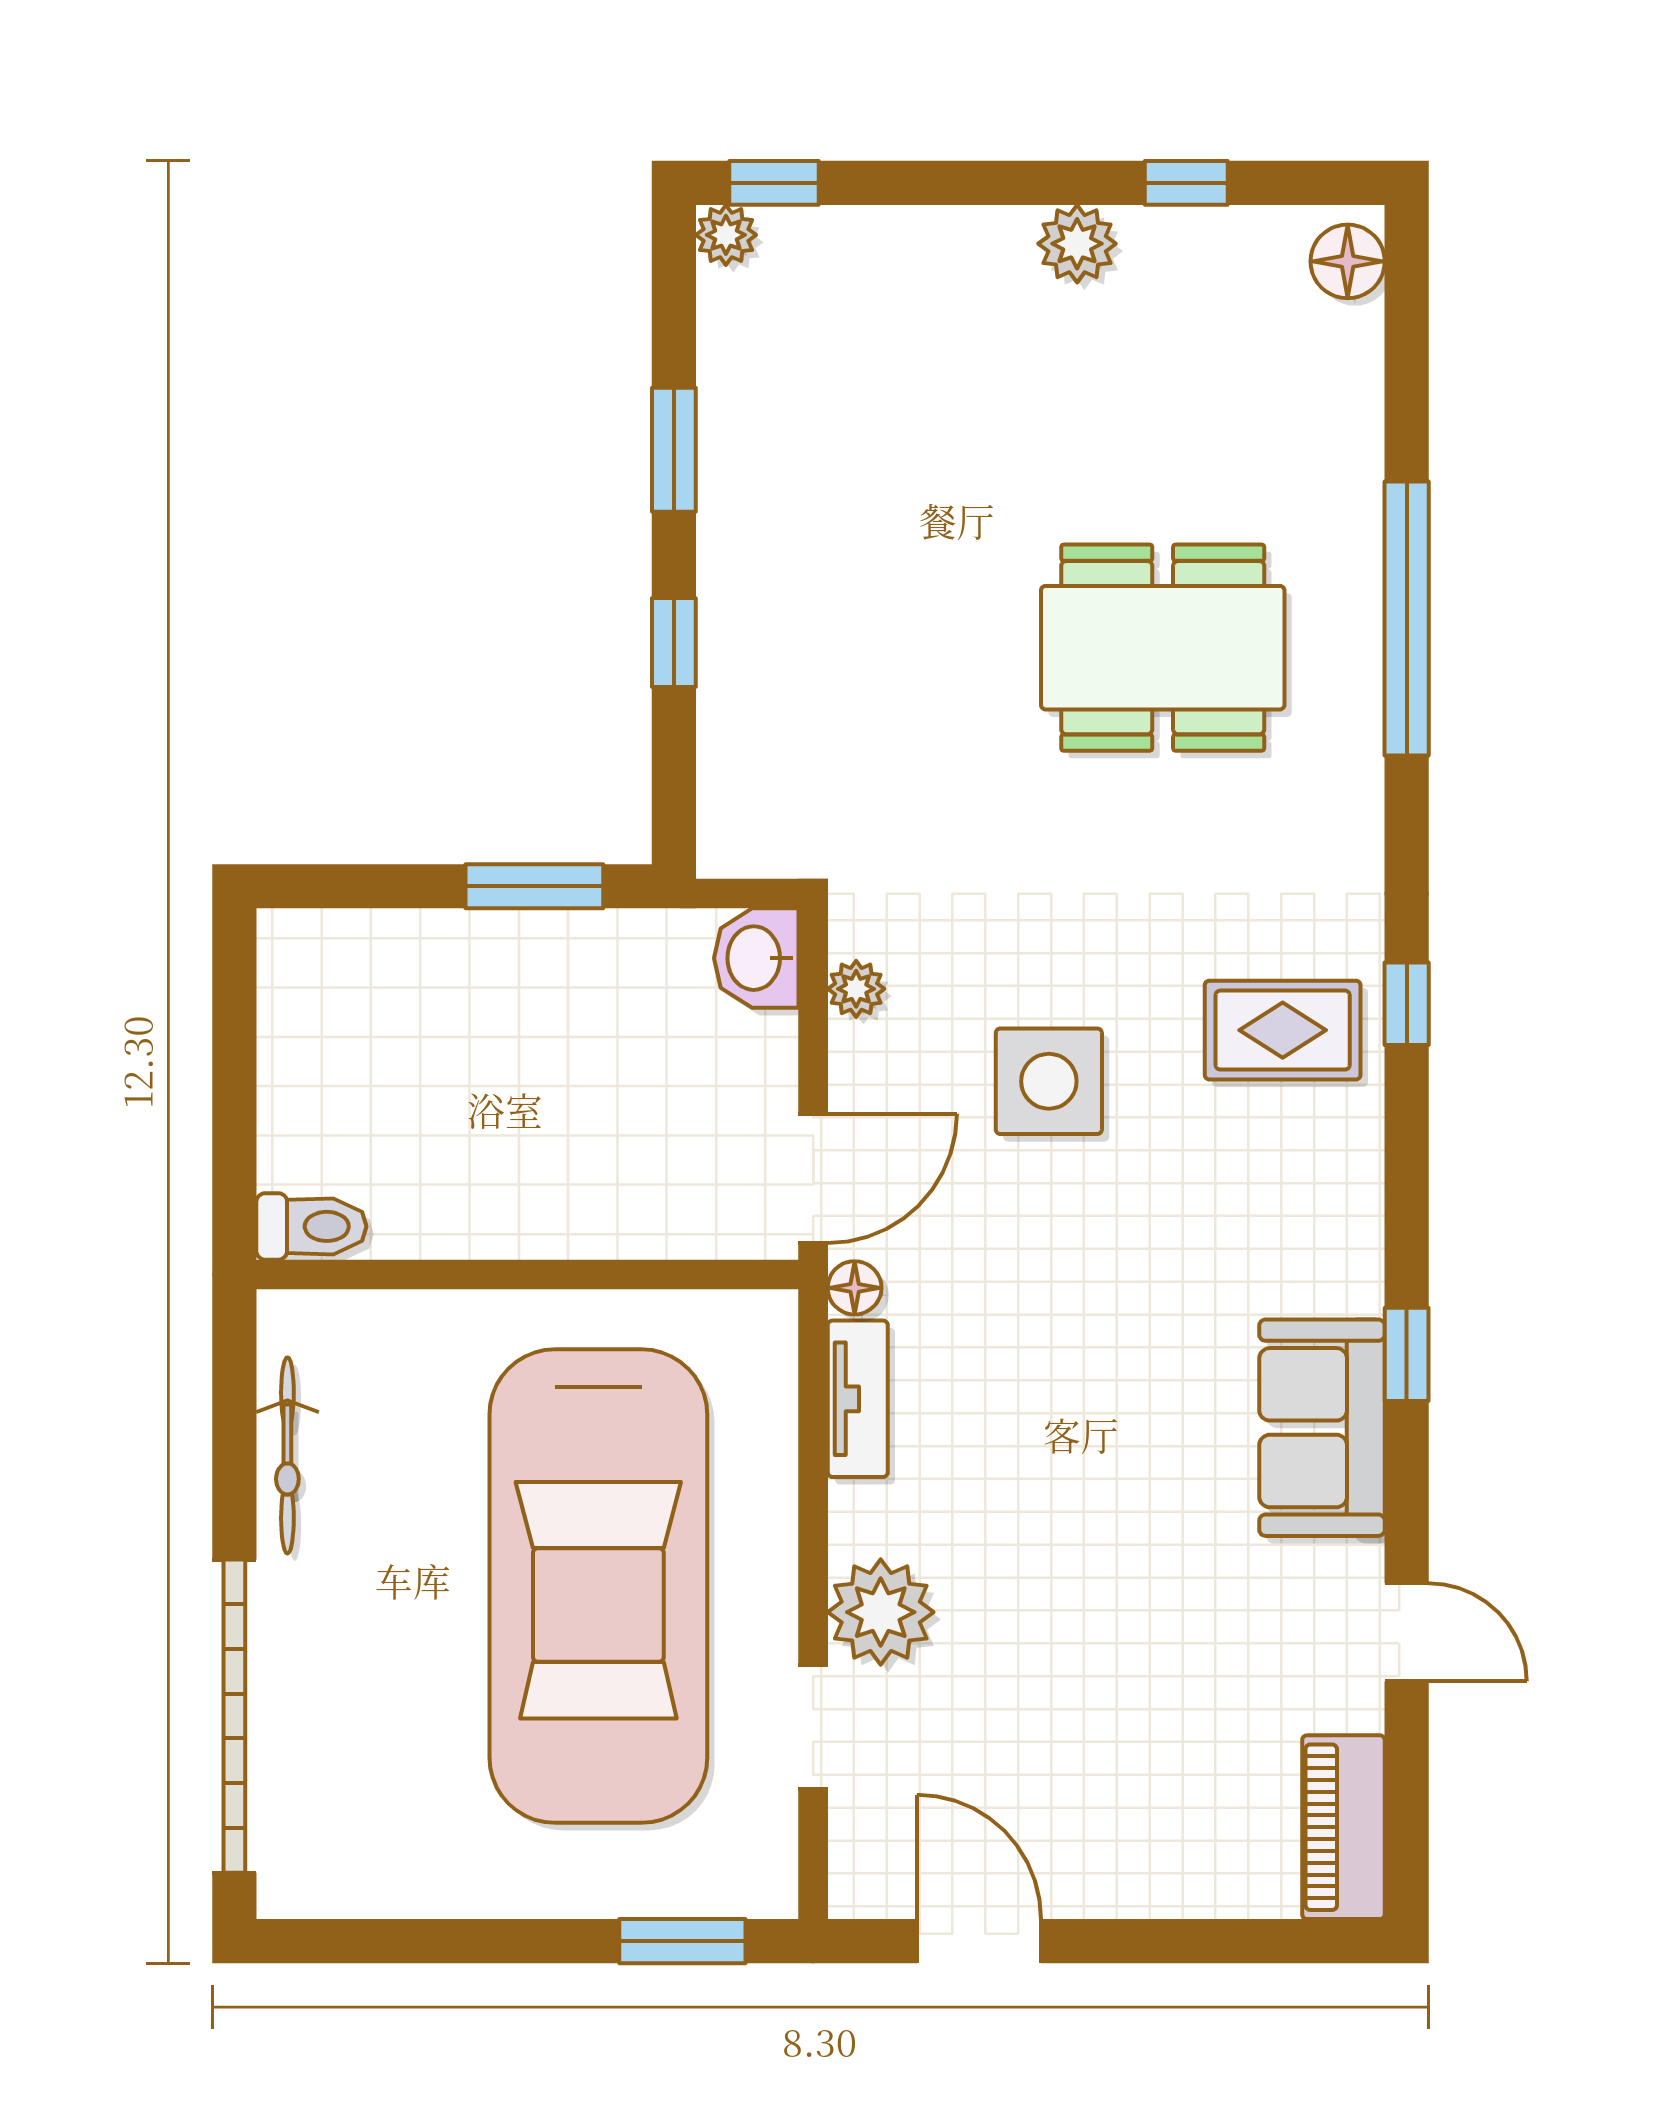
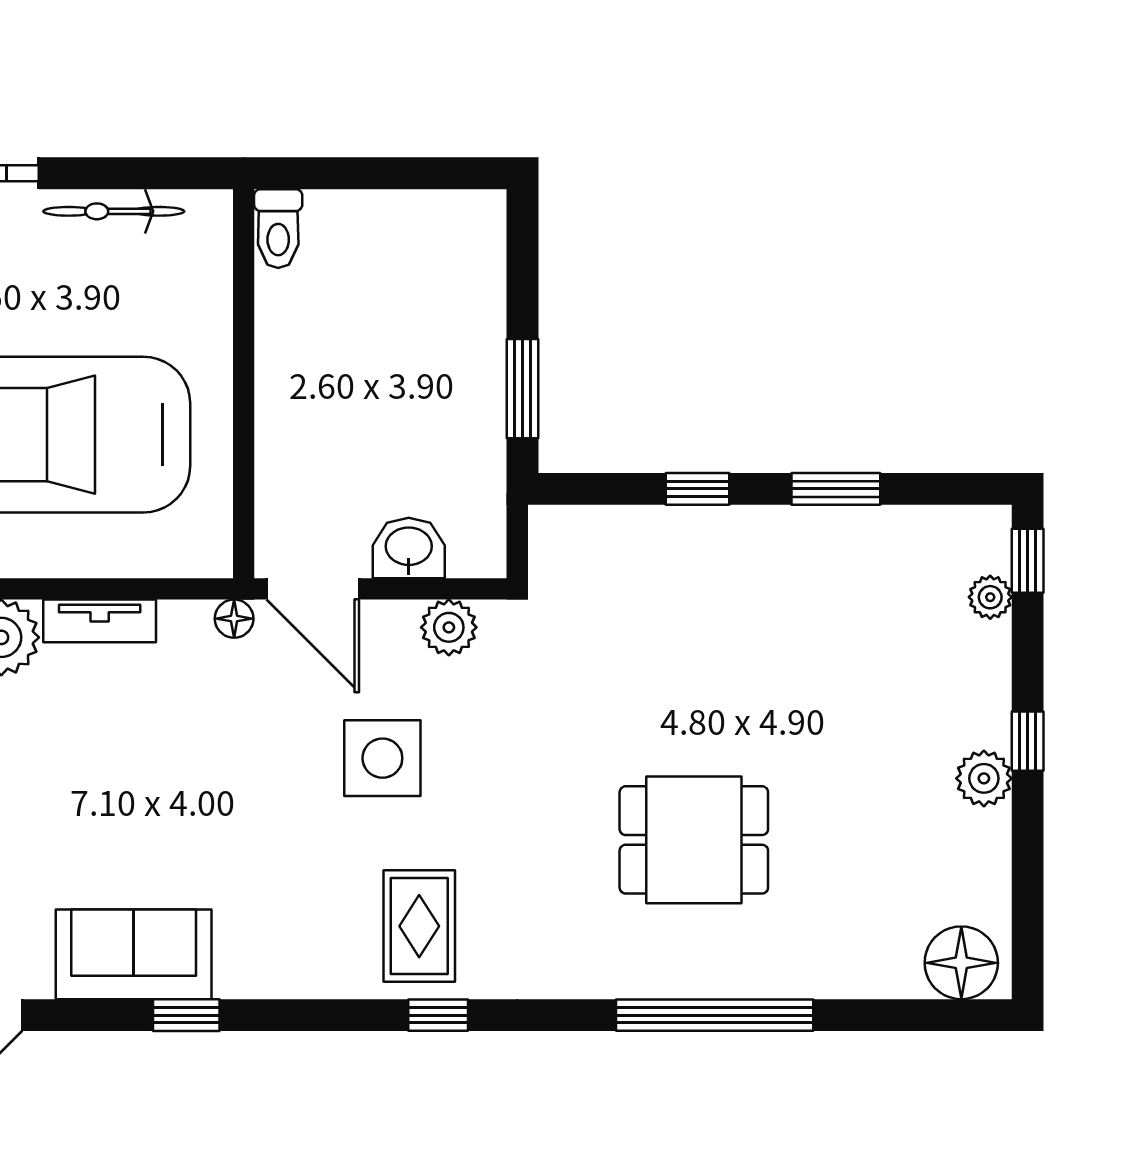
window: (1186, 183) -> (1028, 741), moved
plant: (726, 235) -> (990, 597), moved
floor lamp: (1348, 261) -> (961, 963), width x1.38, depth x1.38
dining table: (1163, 648) -> (694, 840), width x0.73
washbasin: (756, 958) -> (409, 548), moved
plant: (856, 989) -> (449, 627), width x1.38, depth x1.38
tv unit: (858, 1399) -> (100, 621), moved

